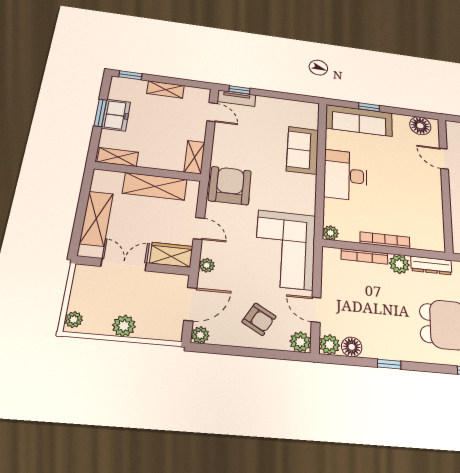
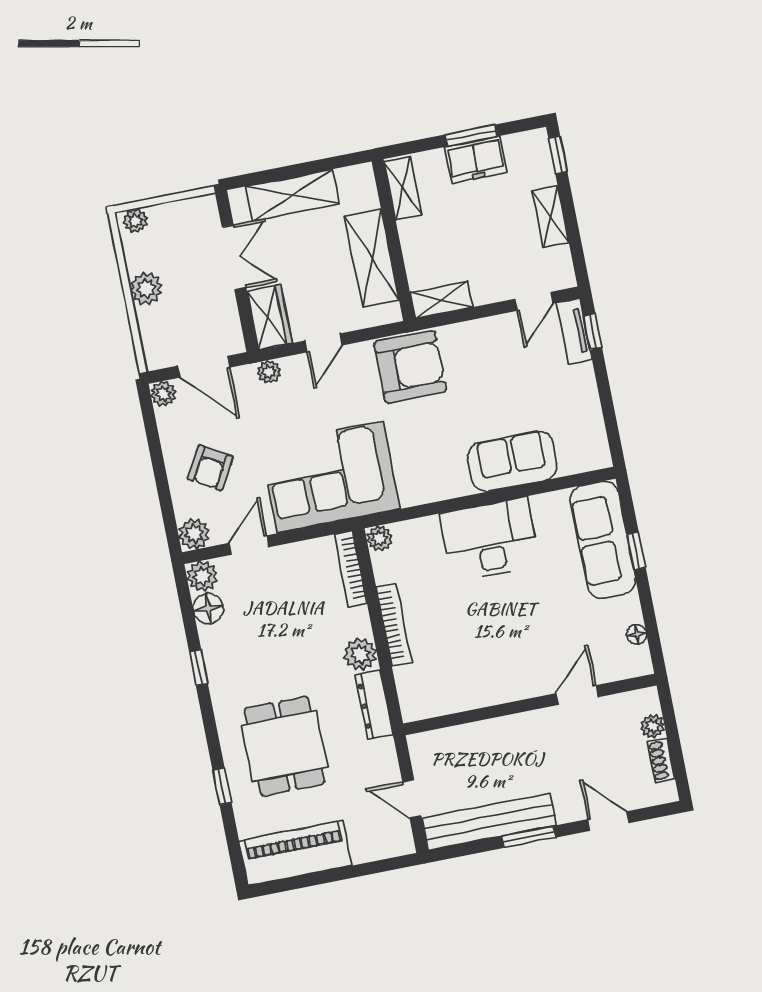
floor lamp: (420, 126) -> (636, 634), width x0.53, depth x0.53
bookcase: (365, 256) -> (351, 569), moved

